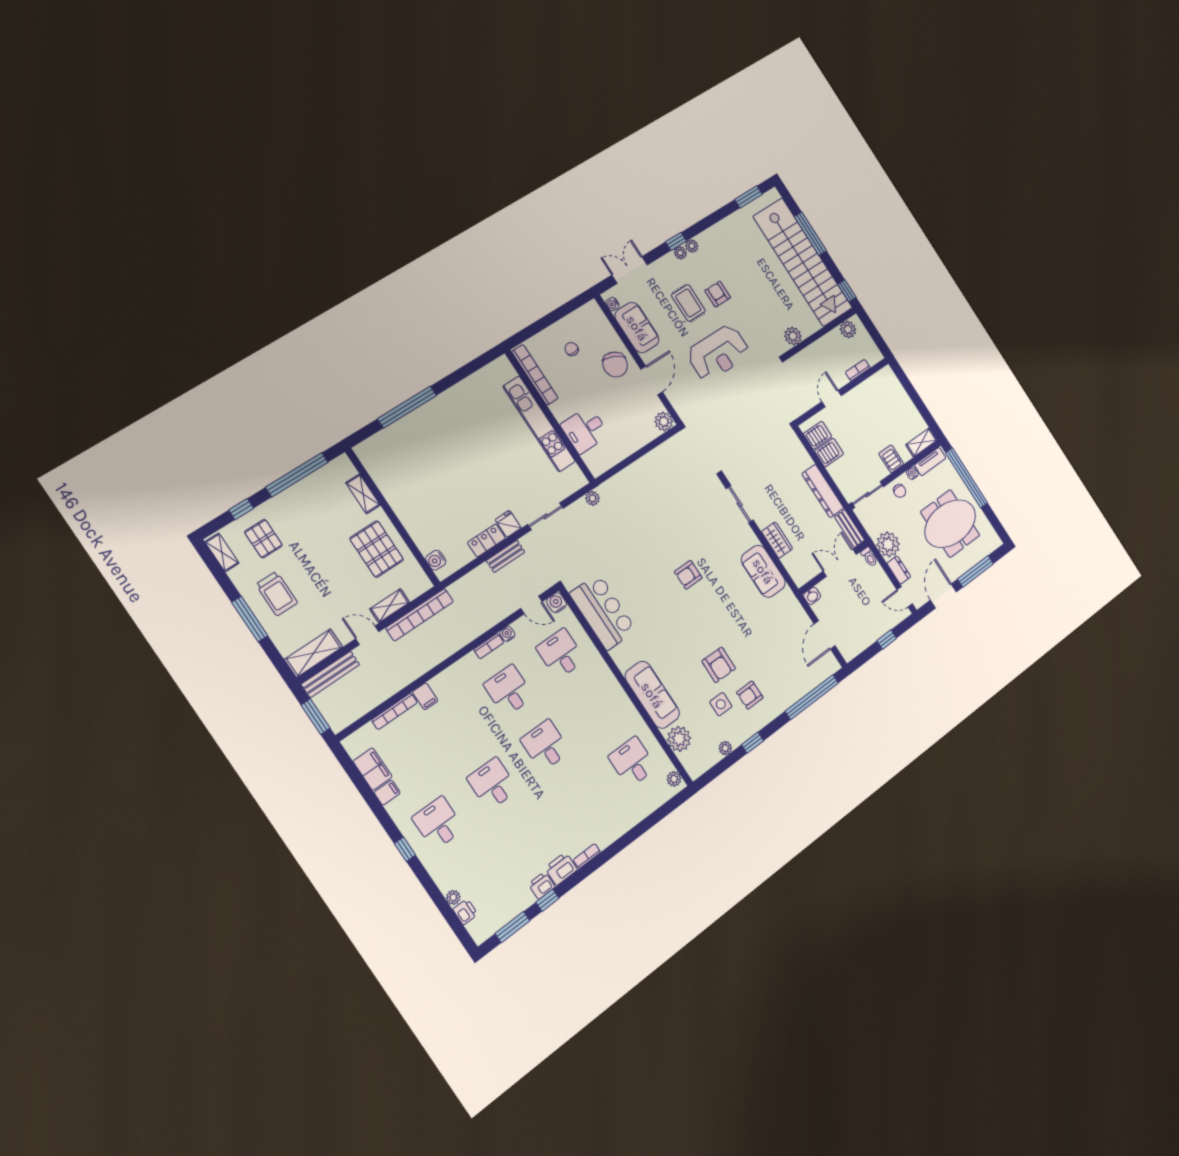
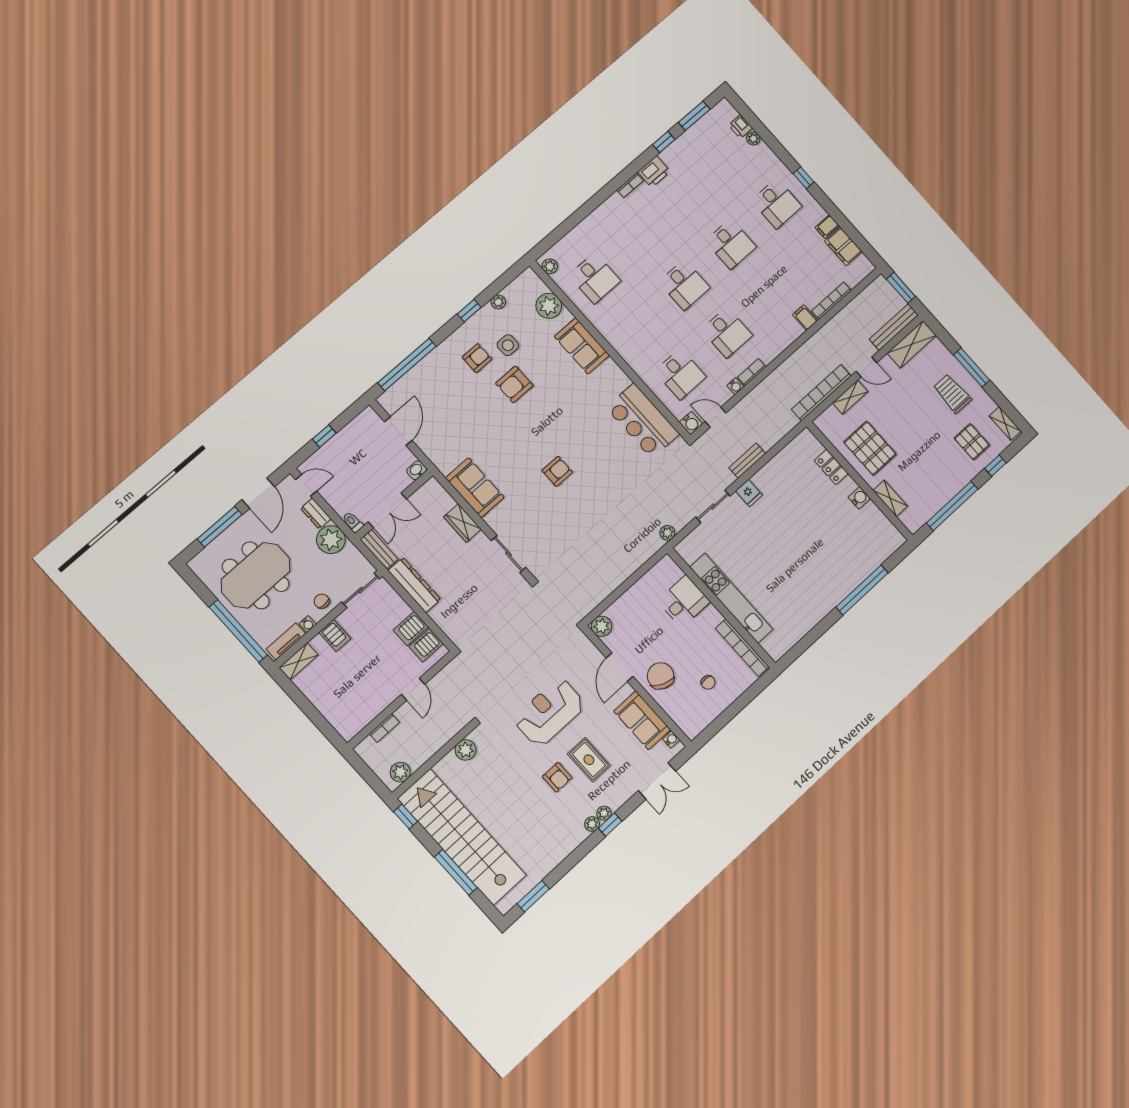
locker: (486, 540) -> (831, 467), moved, turned 90
water cooler: (436, 560) -> (859, 498), moved
armchair: (719, 665) -> (514, 384), turned -91
sofa: (652, 695) -> (582, 346), width x0.73
printer: (542, 886) -> (671, 155), removed

